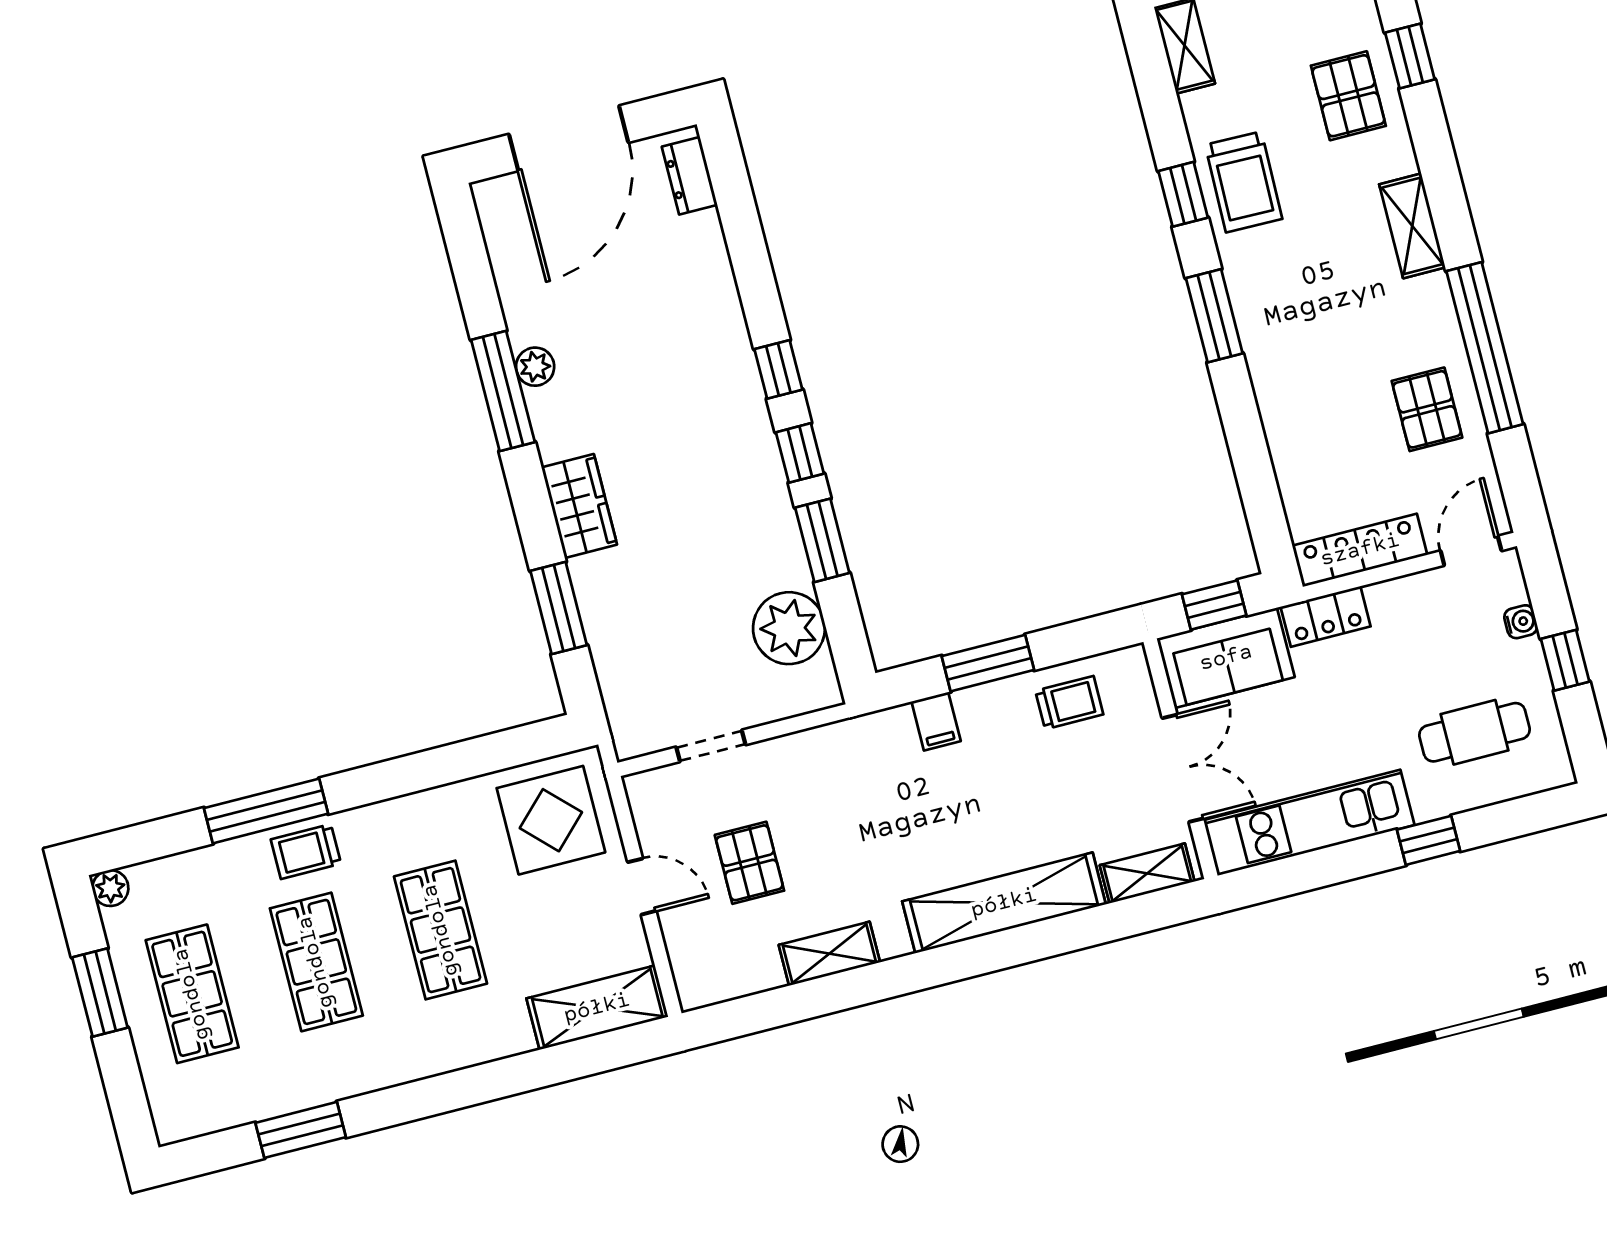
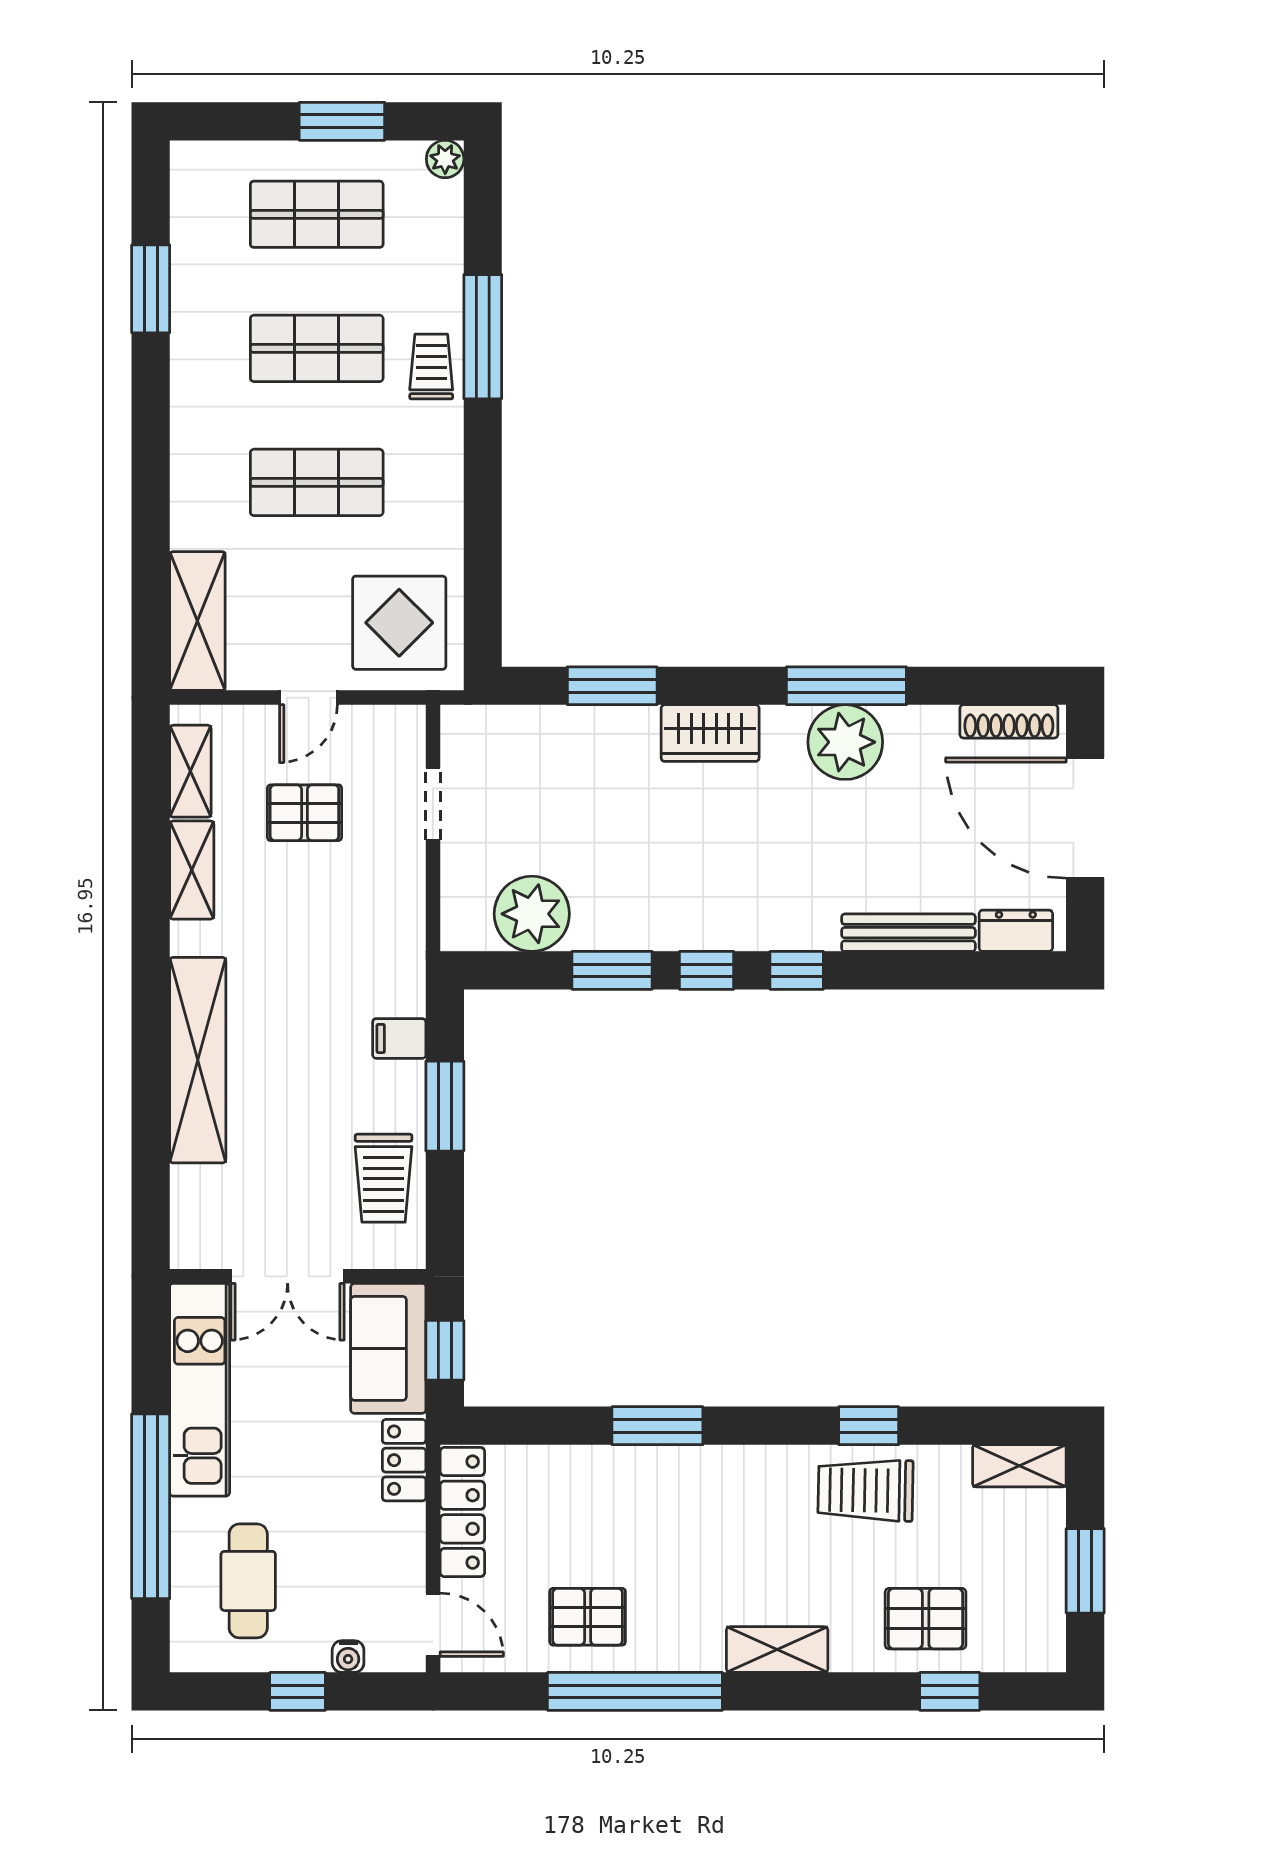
shoe rack: (497, 232) -> (1009, 721), added
bench: (717, 275) -> (908, 933), added
window: (1214, 316) -> (657, 1426), moved
plant: (535, 367) -> (845, 742), width x1.88, depth x1.88
trolley: (1069, 703) -> (384, 1178), width x1.36, depth x1.39
window: (1429, 840) -> (151, 1506), width x3.17
shelving: (1147, 873) -> (190, 771), moved

